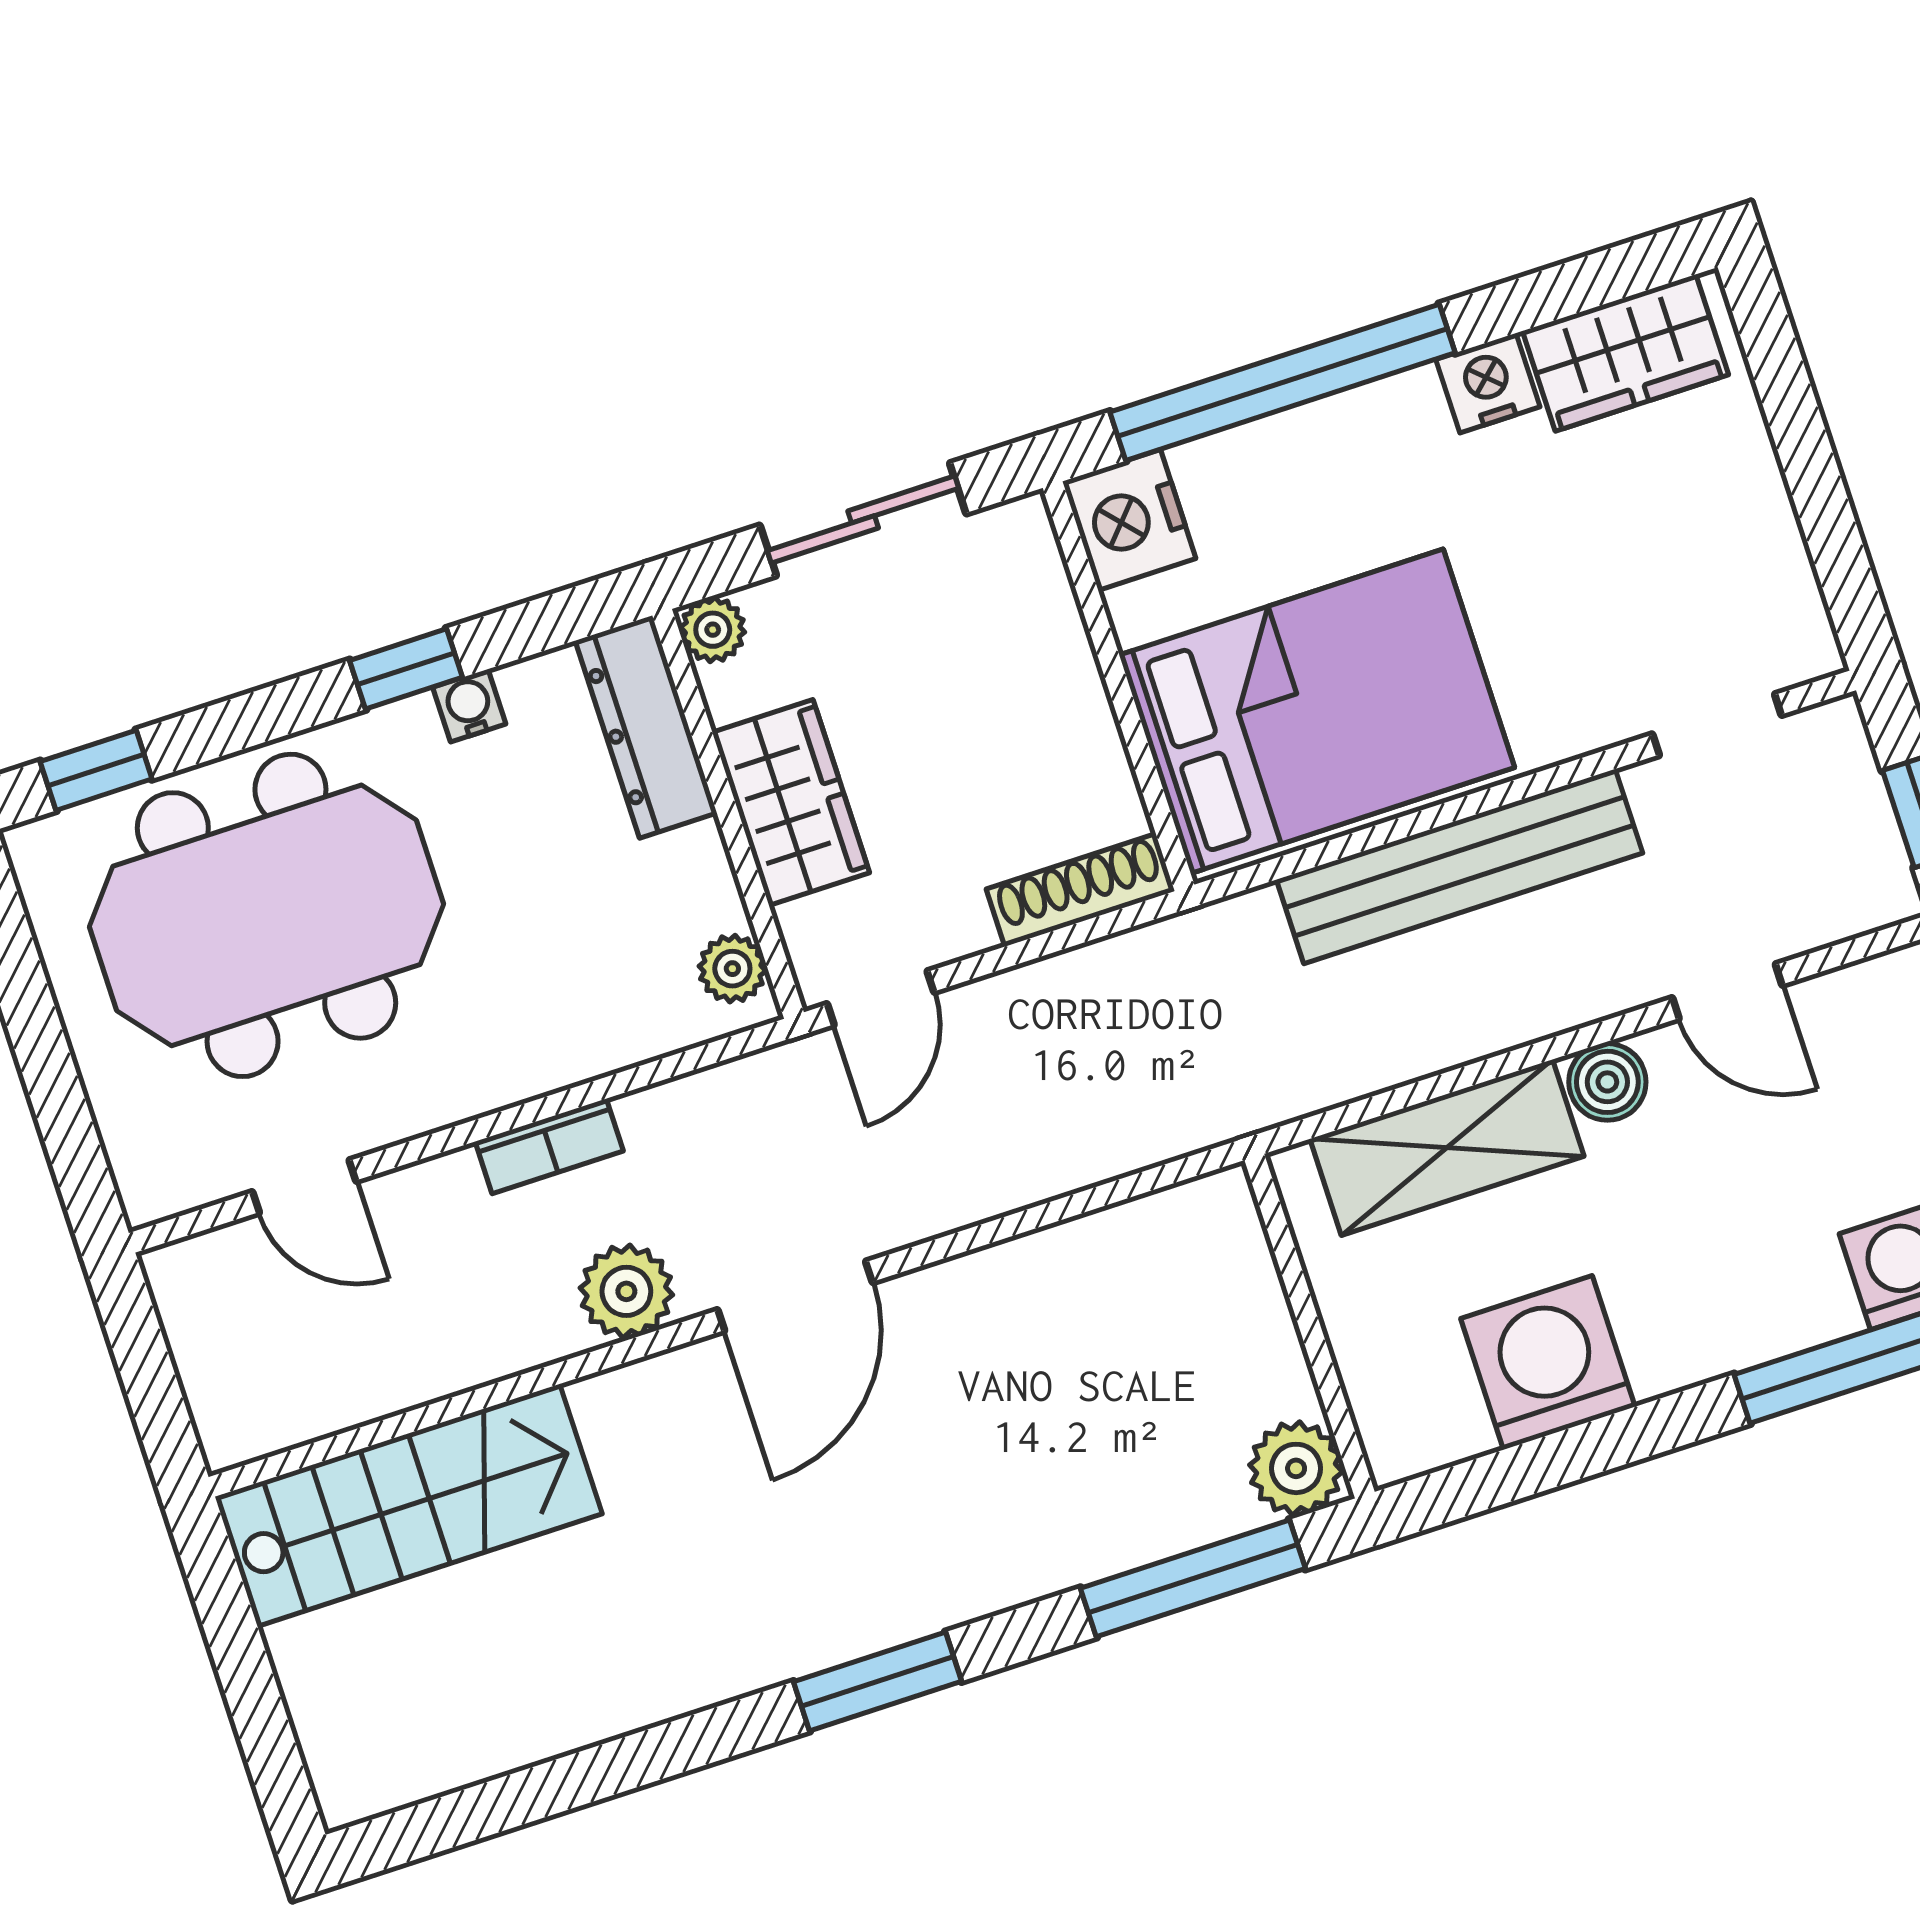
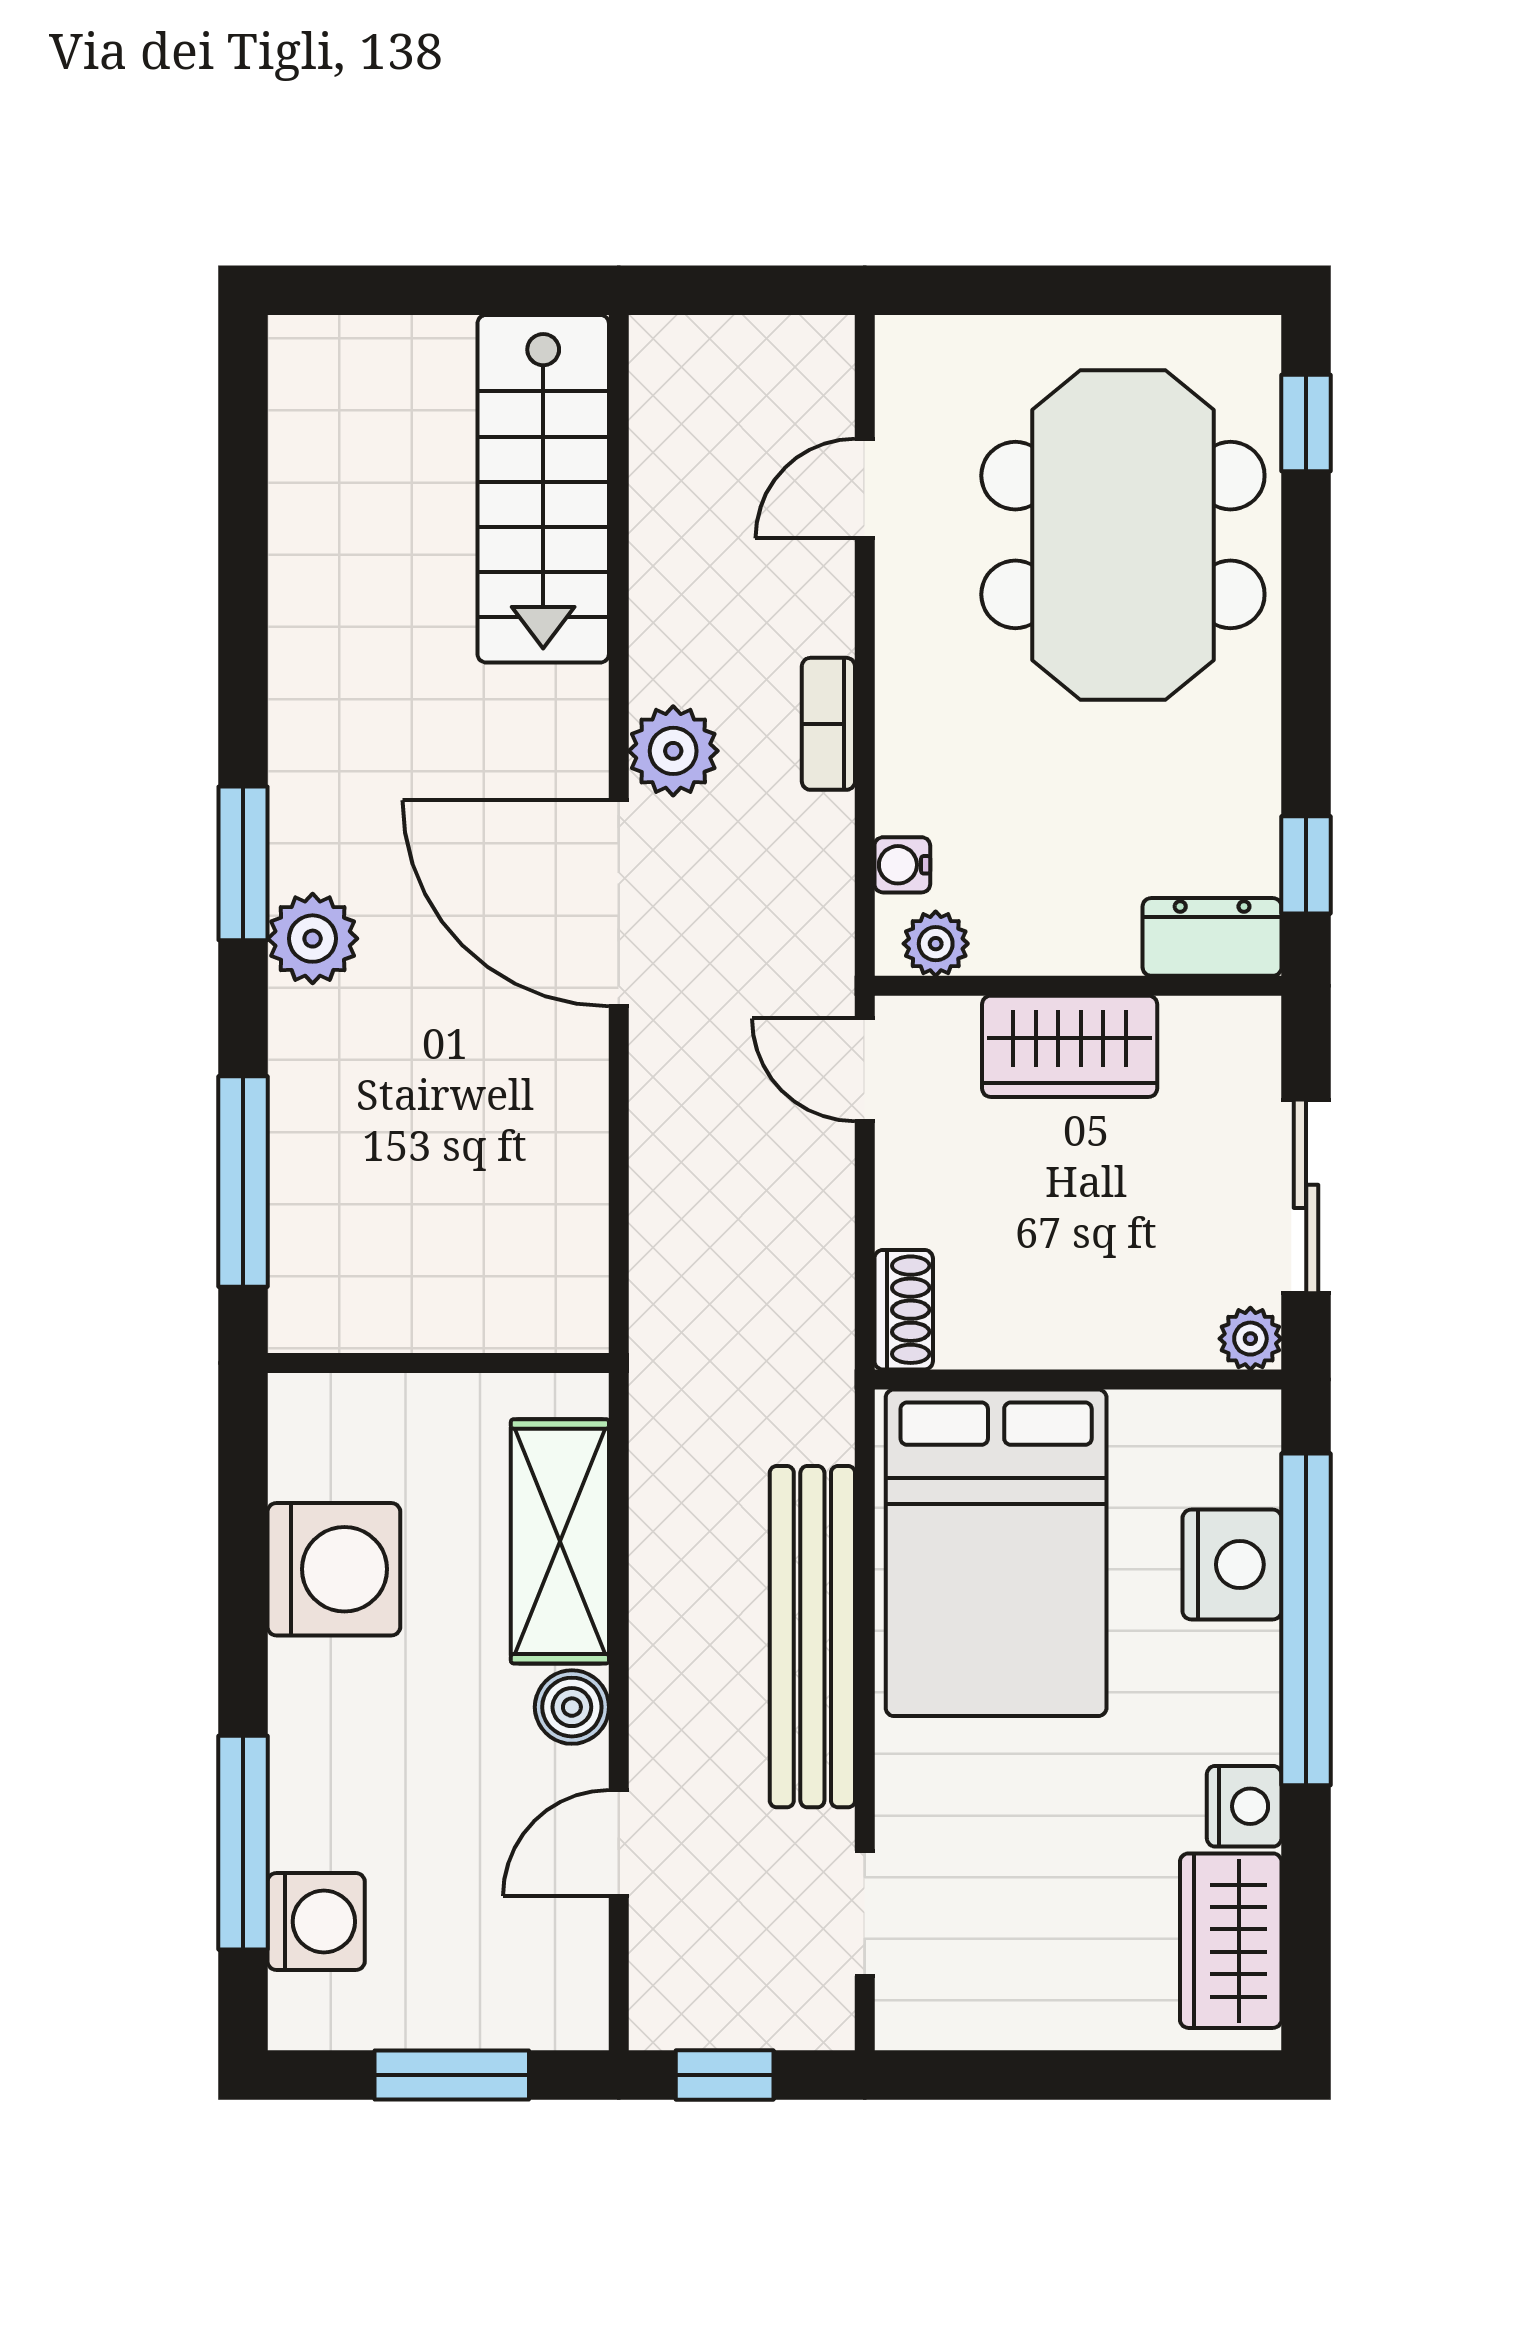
nightstand: (1129, 520) -> (1232, 1565), moved, turned 90
plant: (713, 630) -> (1250, 1339), moved
window: (406, 669) -> (1306, 865), moved
water cooler: (469, 706) -> (902, 865), moved, turned 180
dresser: (646, 727) -> (1212, 937), width x0.70
shoe rack: (1080, 890) -> (904, 1310), width x0.70
door: (795, 1296) -> (619, 903), width x1.36
plant: (1296, 1468) -> (313, 939), moved

